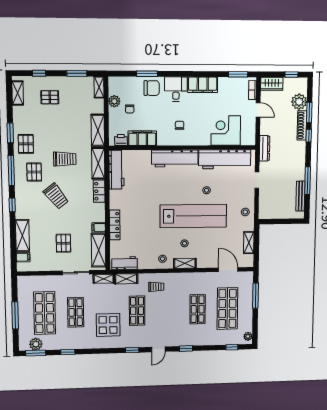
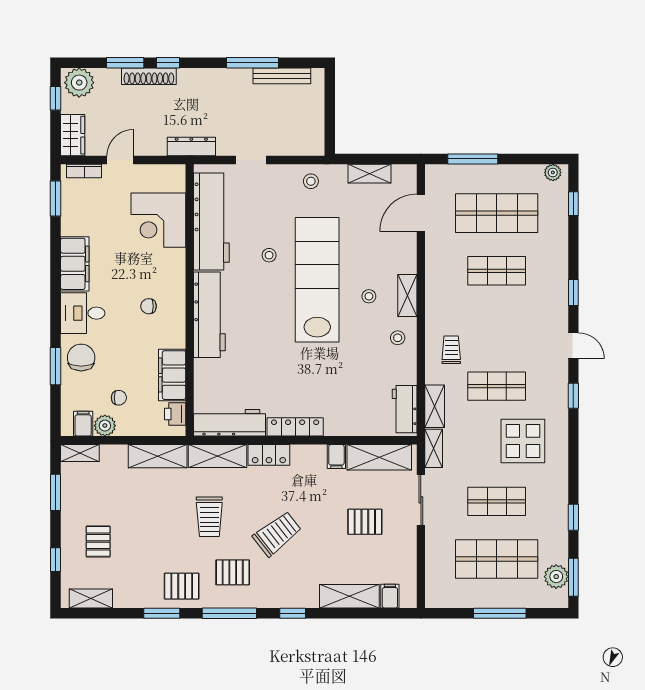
filing cabinet: (115, 89) -> (83, 424), added
plant: (299, 102) -> (79, 83), moved
trolley: (65, 159) -> (209, 517), turned 180
locker: (115, 225) -> (295, 427), moved

